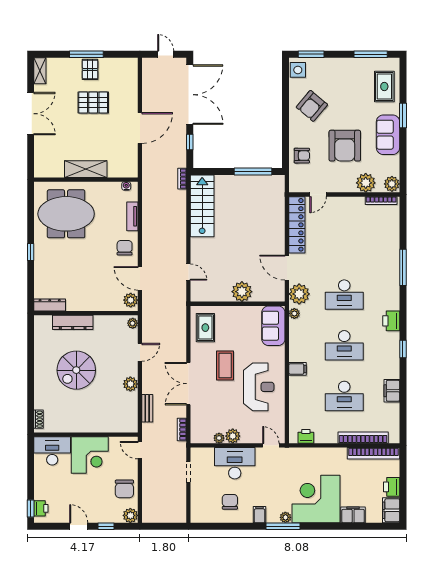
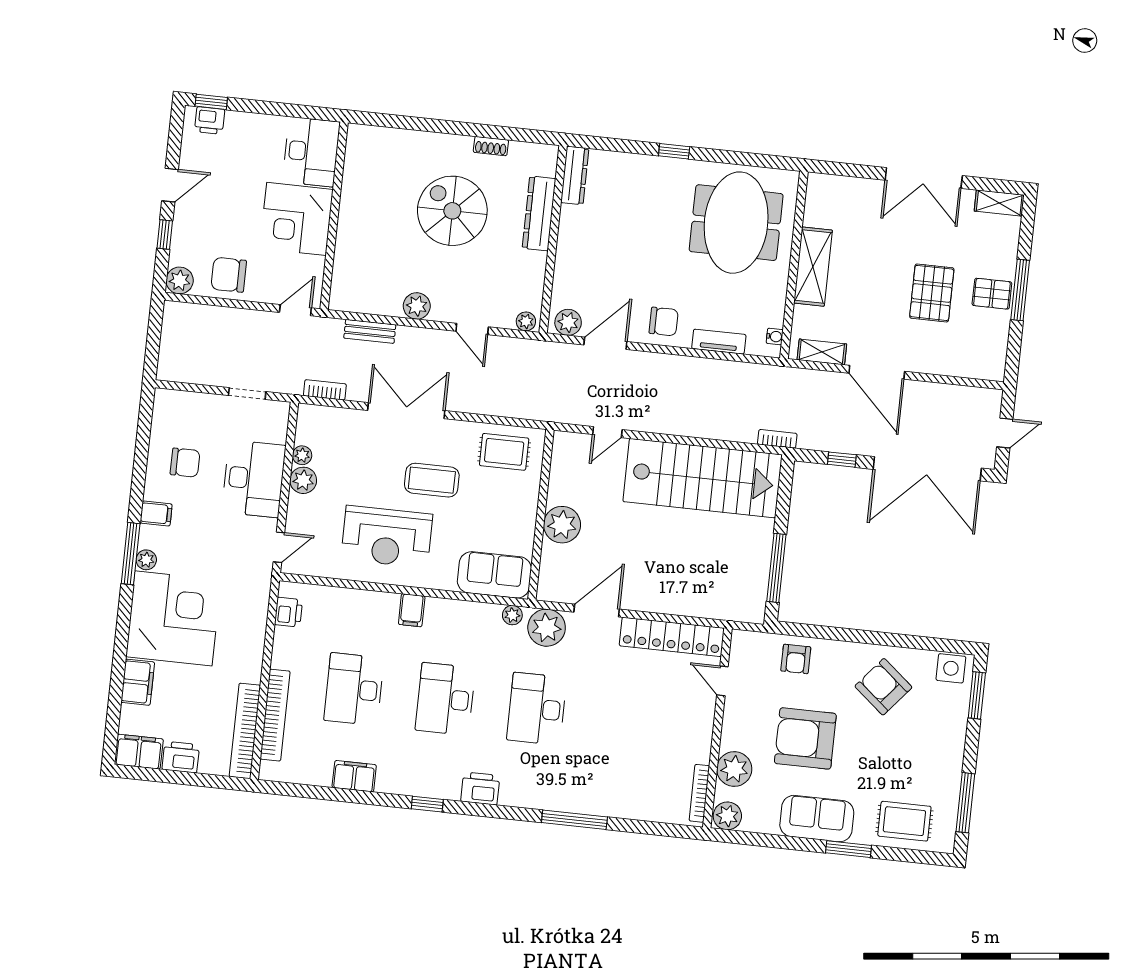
shelving: (132, 159) -> (822, 352), added
stairs: (202, 206) -> (703, 478), width x1.36, depth x1.51
shoe rack: (39, 419) -> (491, 146), moved

